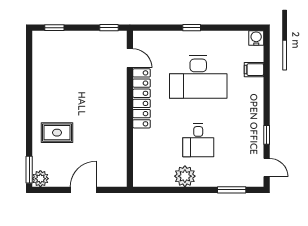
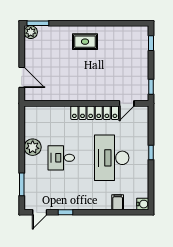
rug: (57, 133) -> (85, 42), moved, turned 90
door: (83, 190) -> (22, 77), moved

